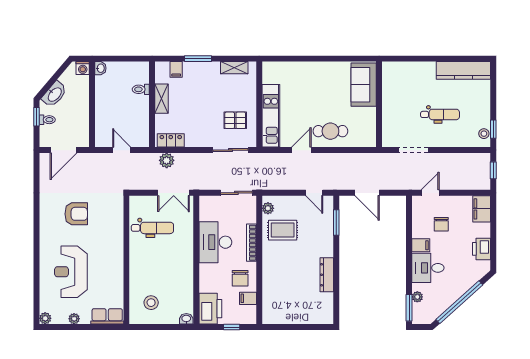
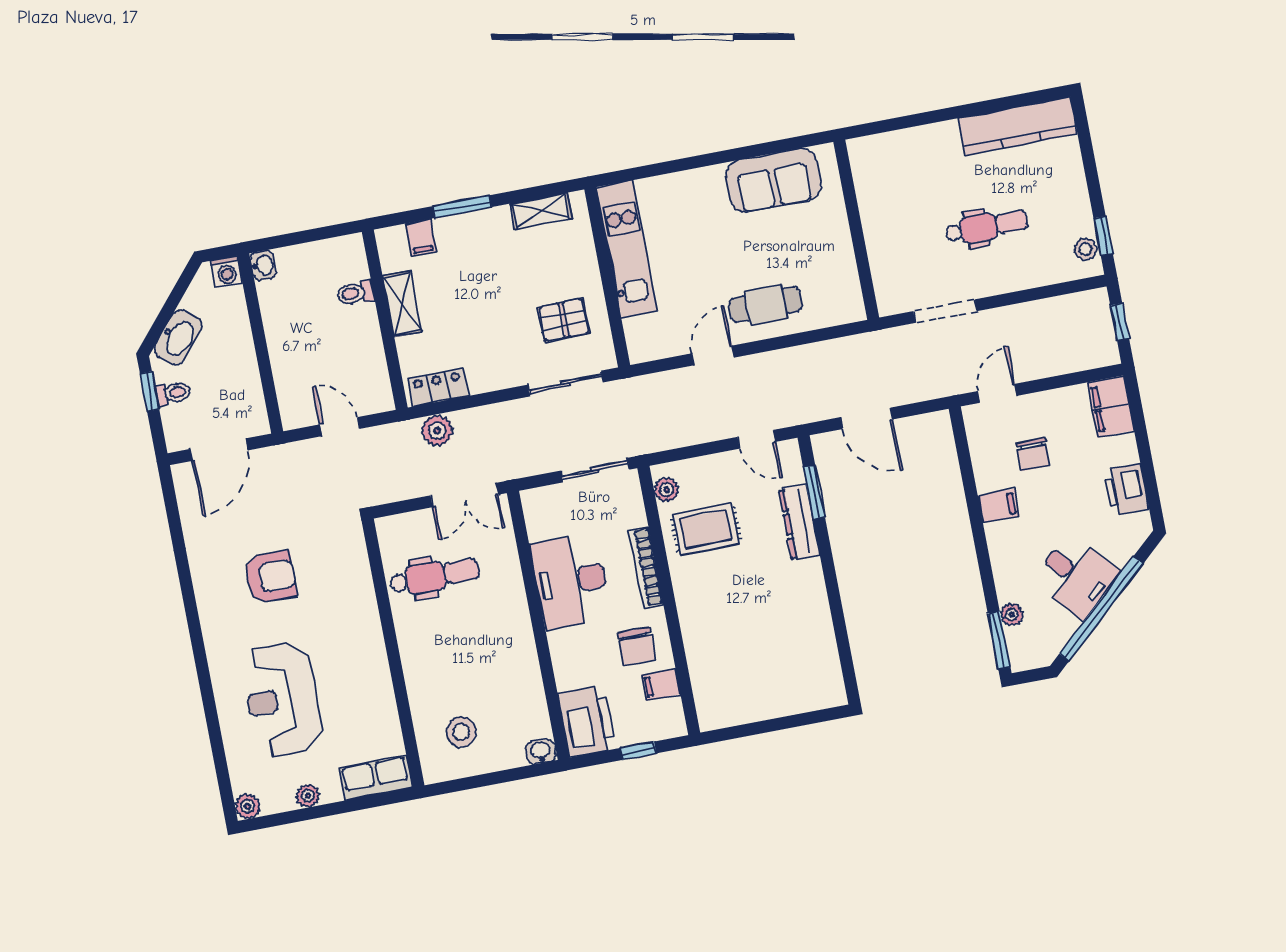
sofa: (364, 85) -> (773, 180), moved, turned -90
kitchen unit: (271, 116) -> (627, 249), moved
desk: (428, 268) -> (1076, 576), moved, turned -132
dresser: (327, 275) -> (799, 522), moved

